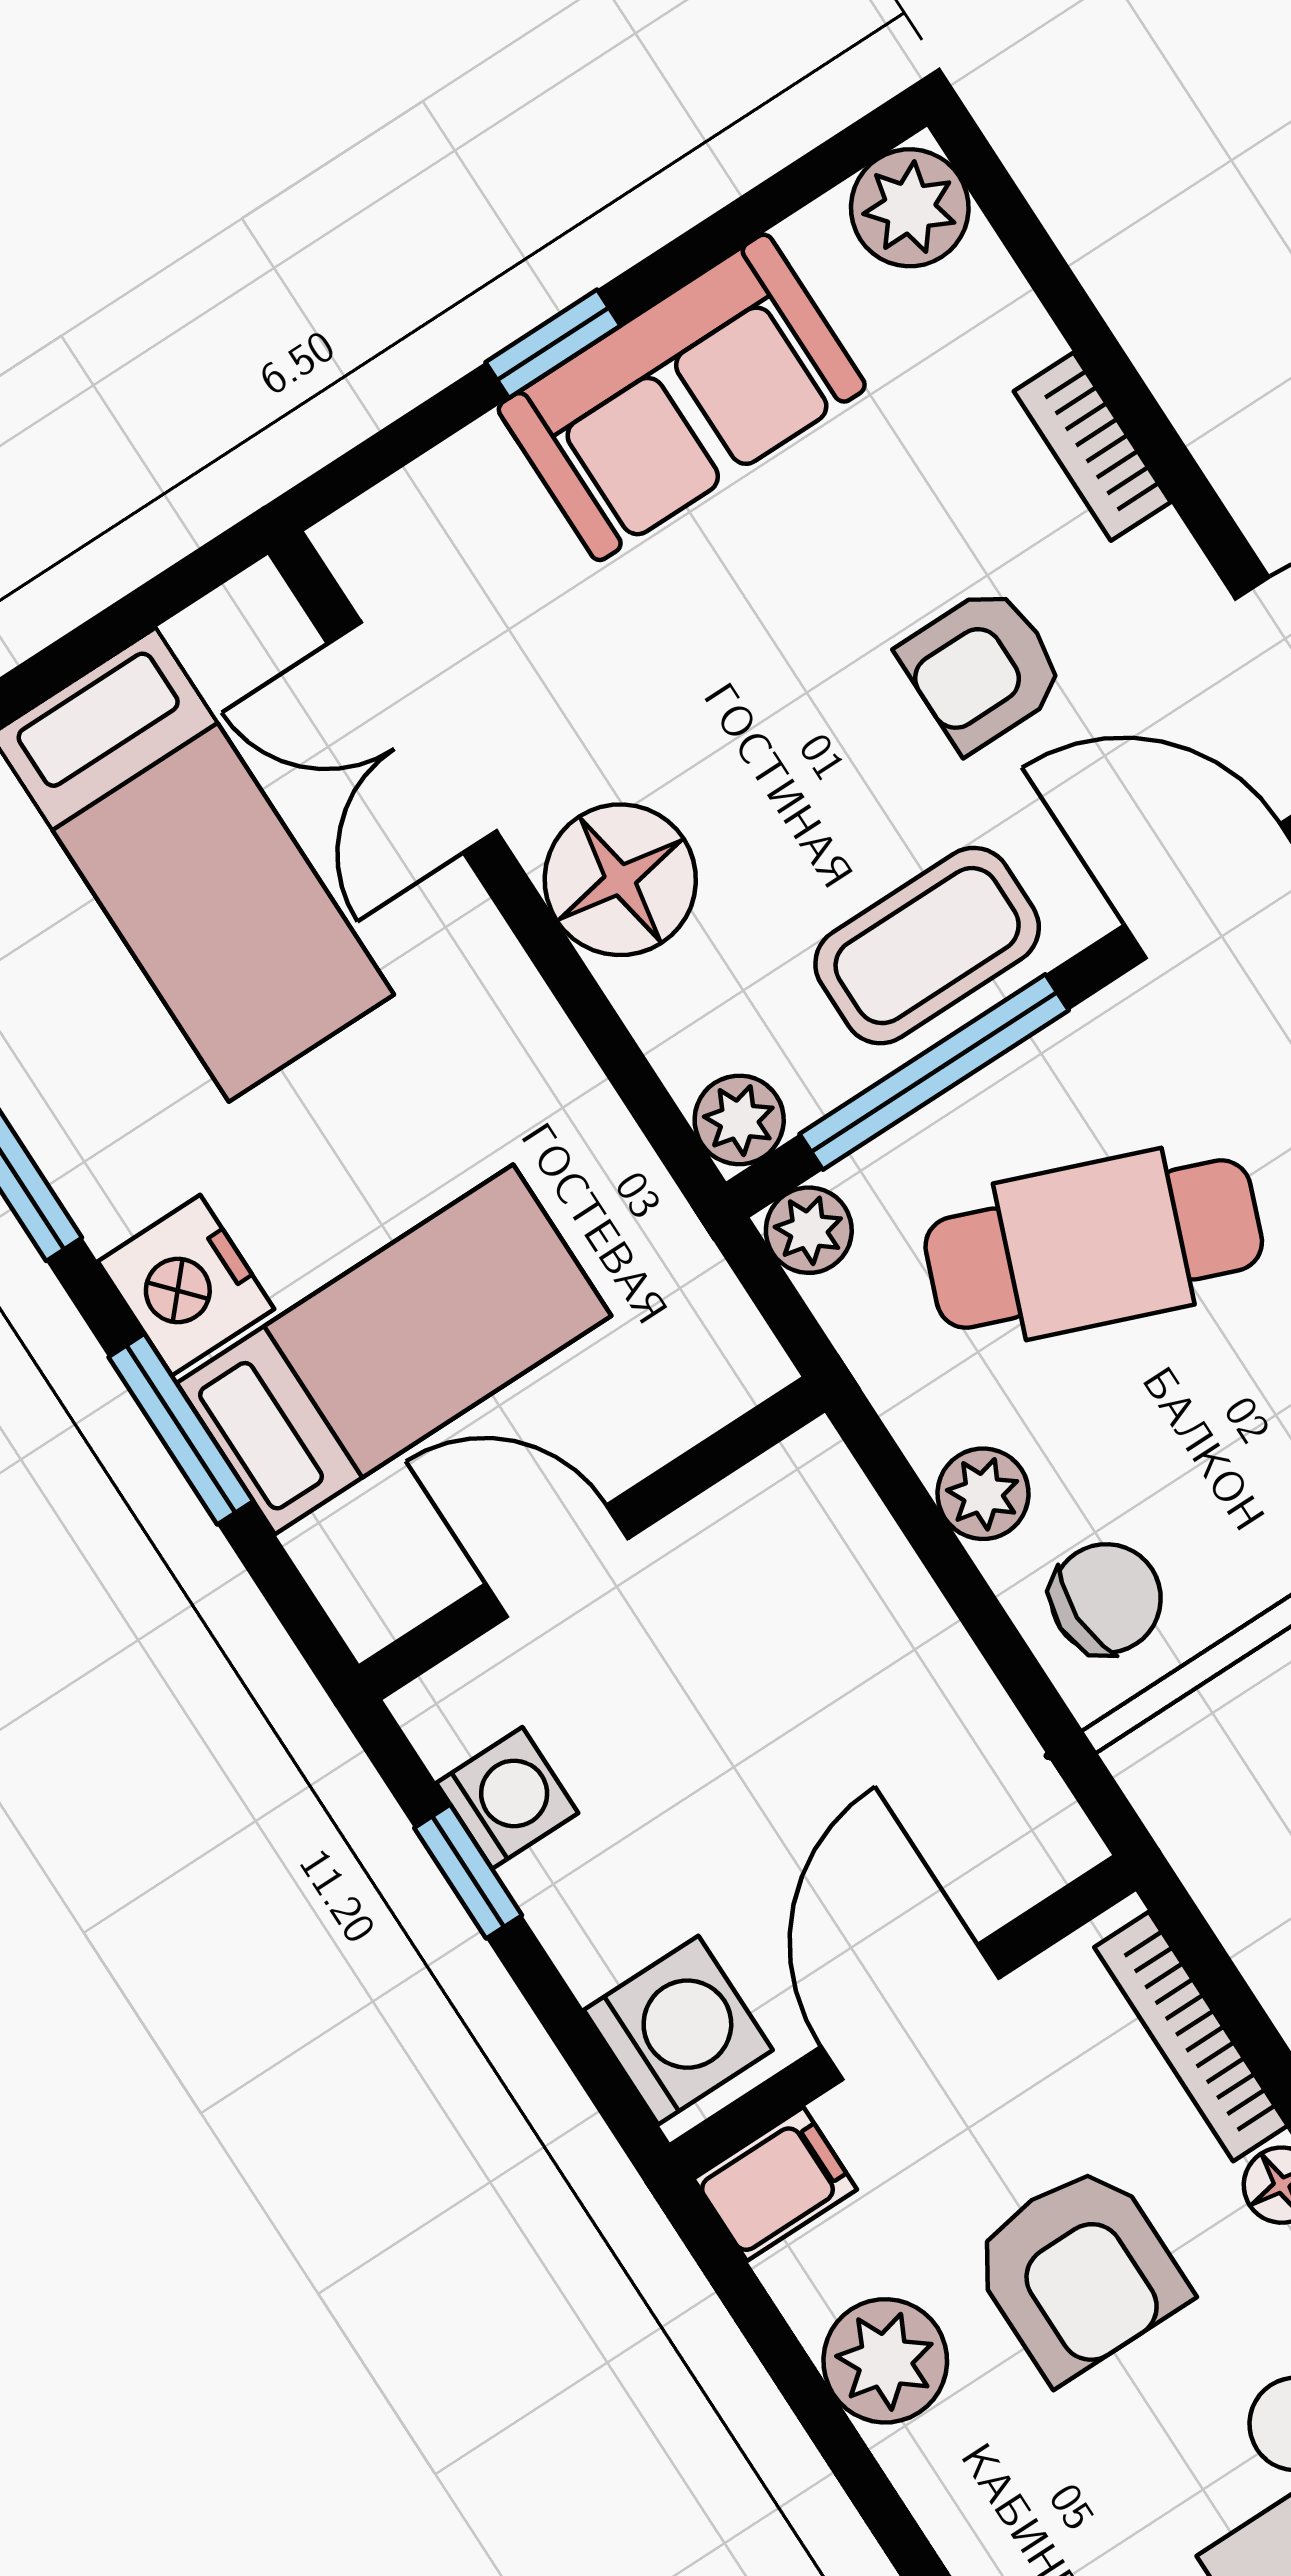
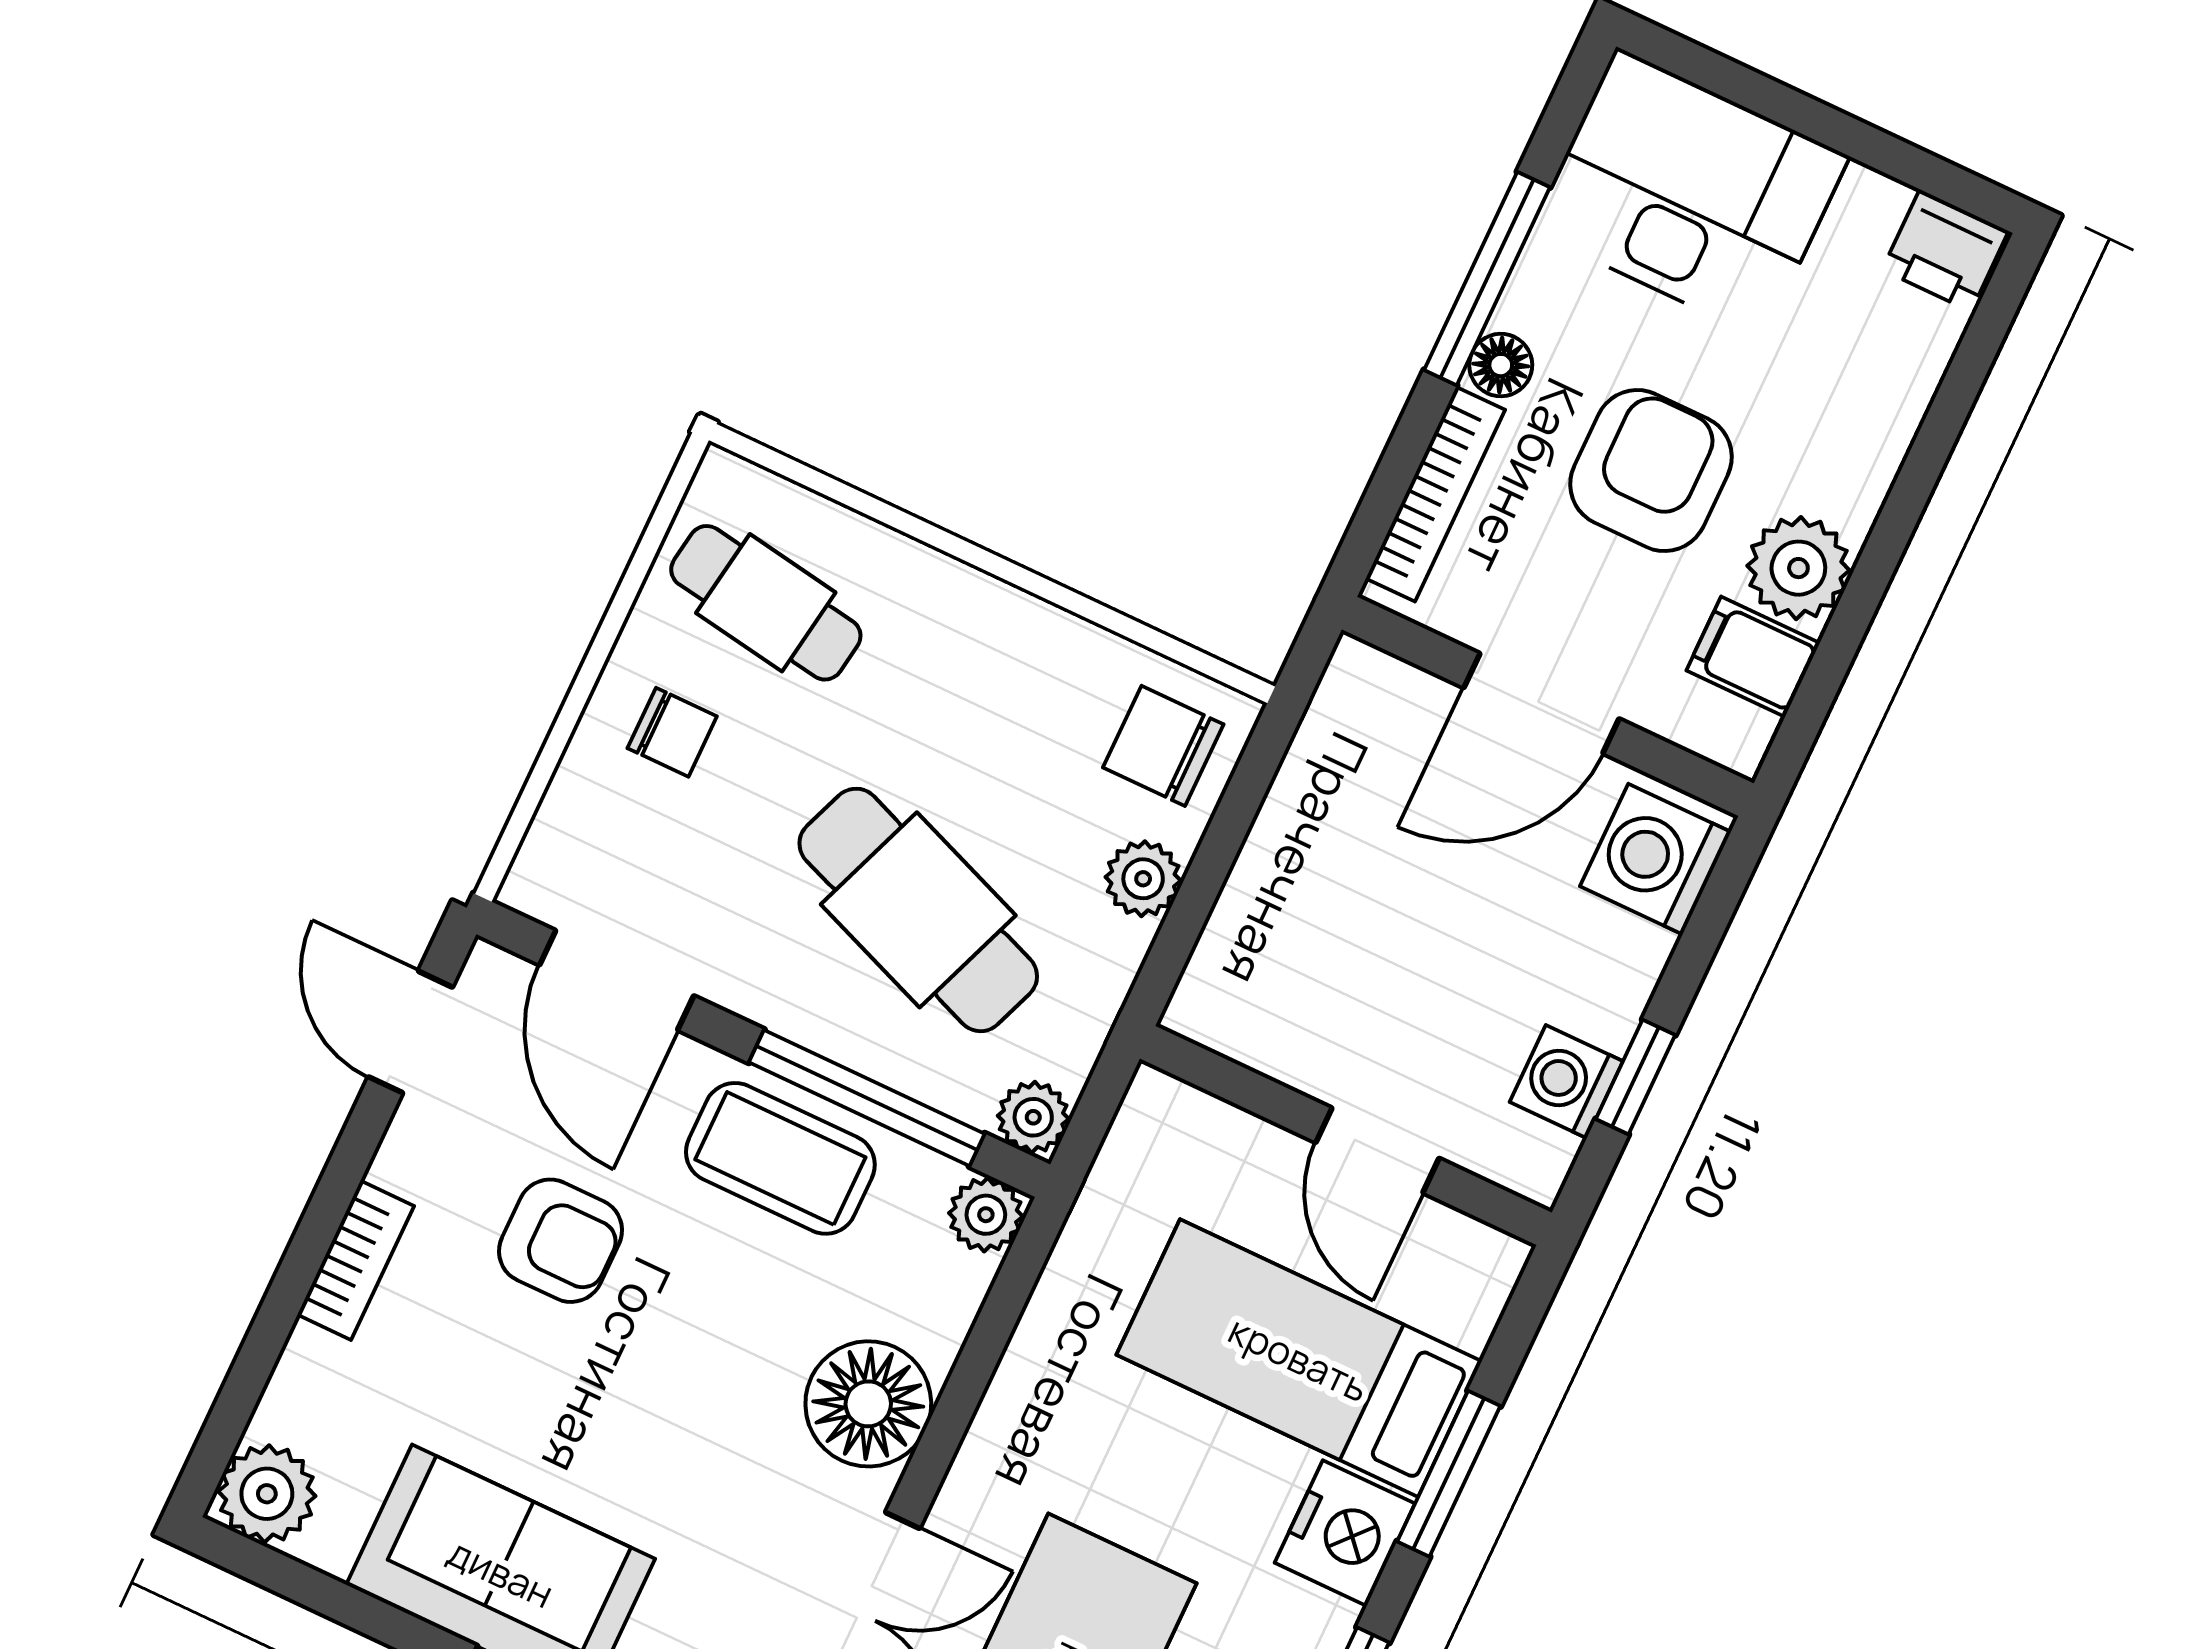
filing cabinet: (775, 2184) -> (1753, 657), moved

